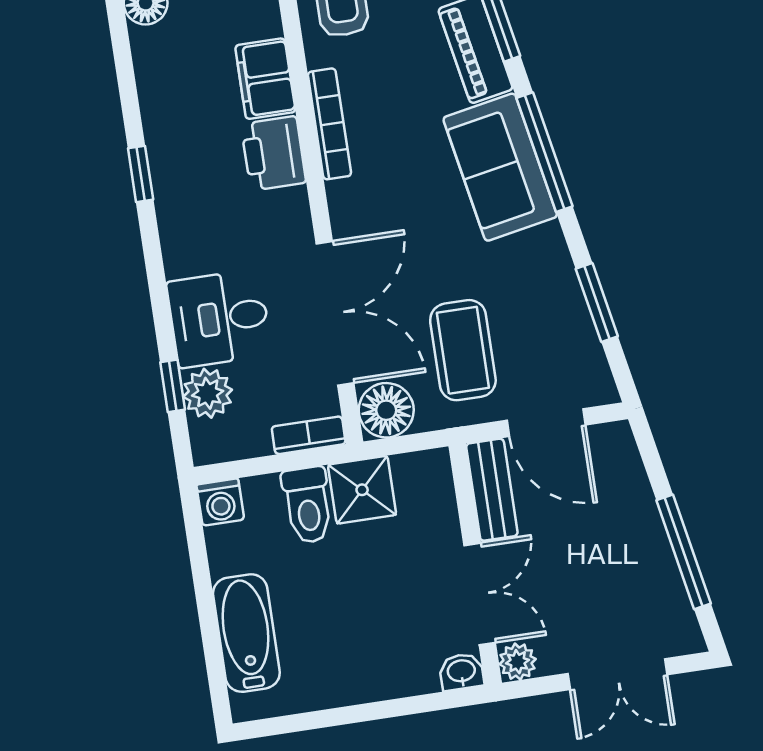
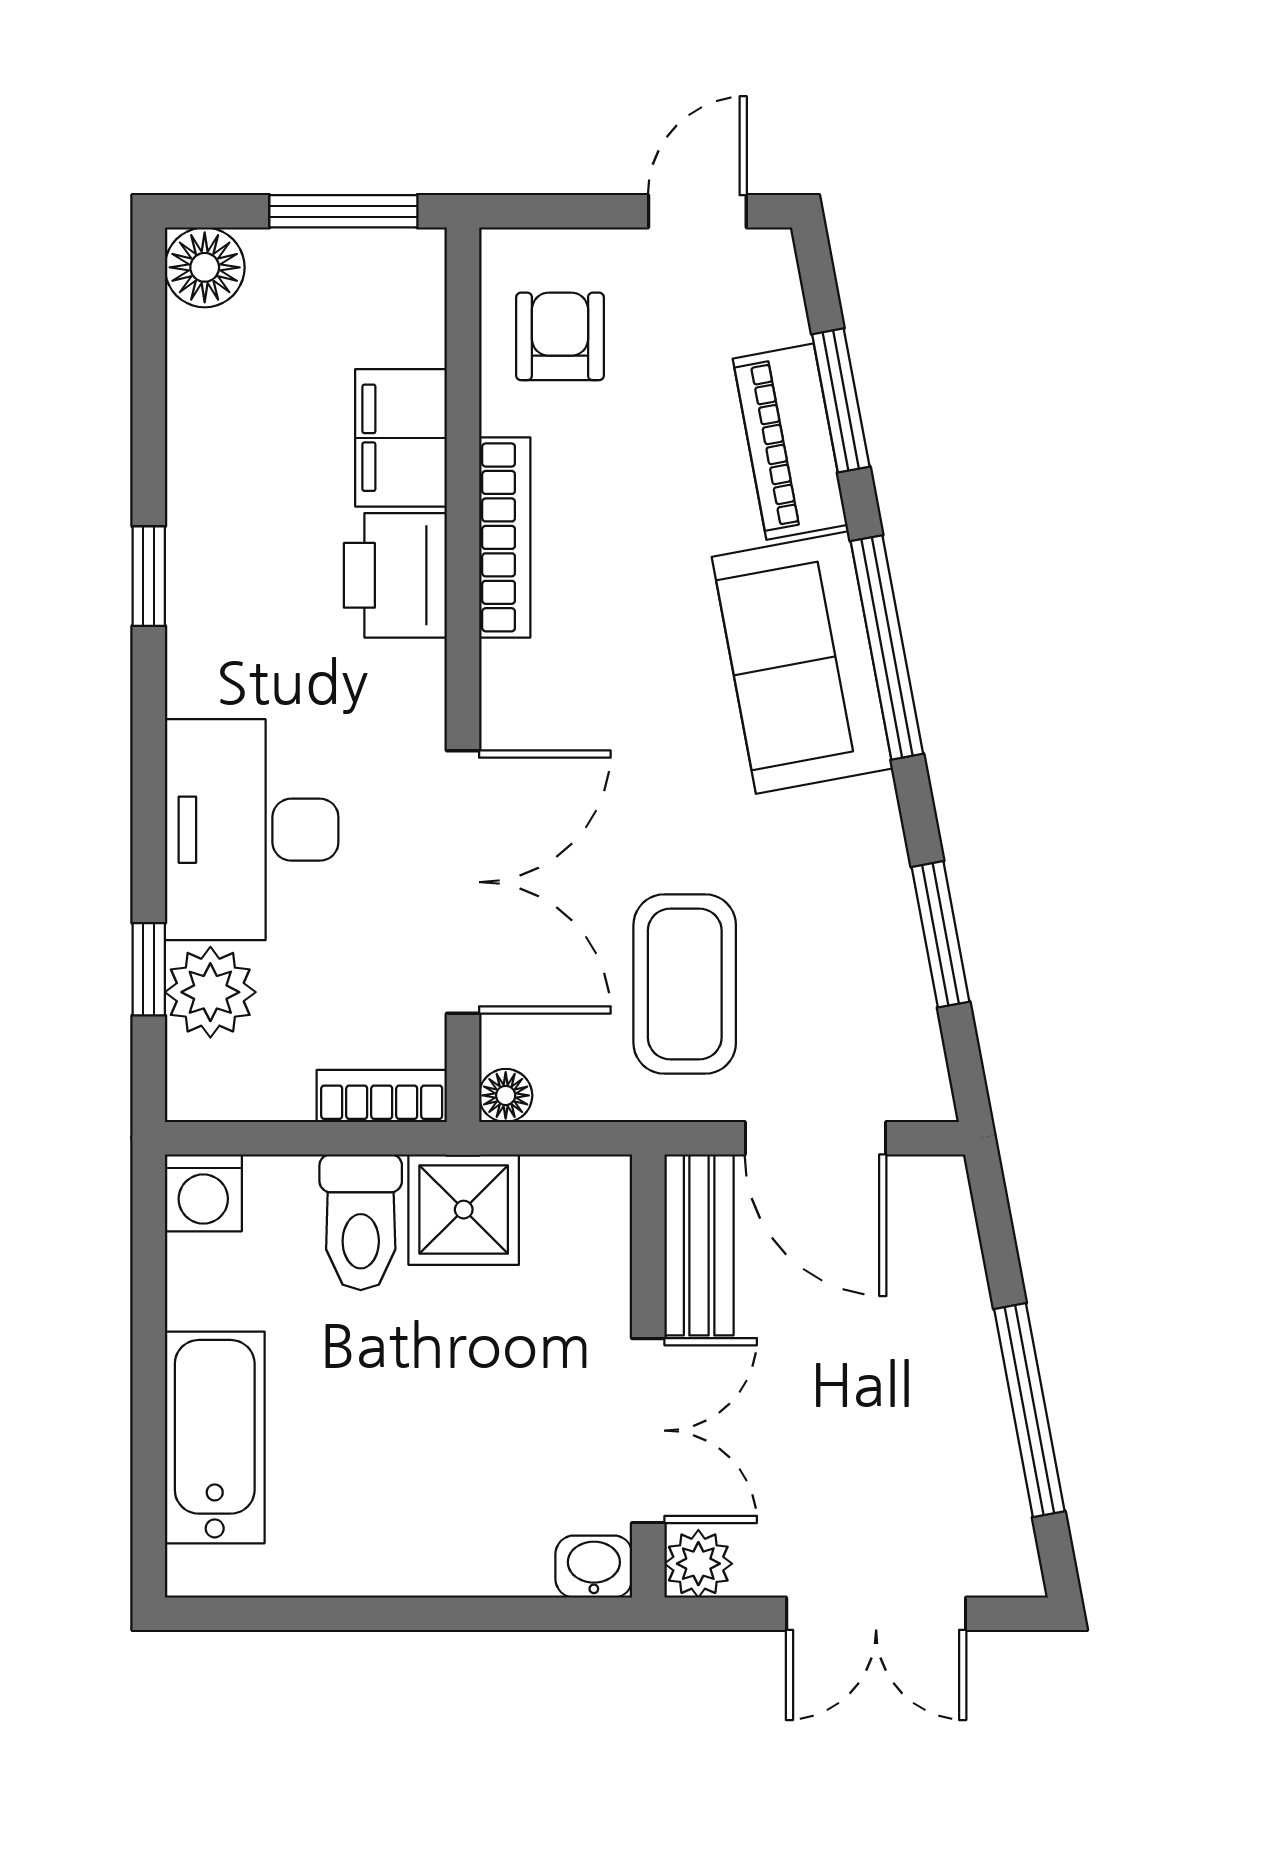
desk: (219, 318) -> (252, 830), width x1.37
floor lamp: (386, 410) -> (506, 1095), width x0.53, depth x0.53

